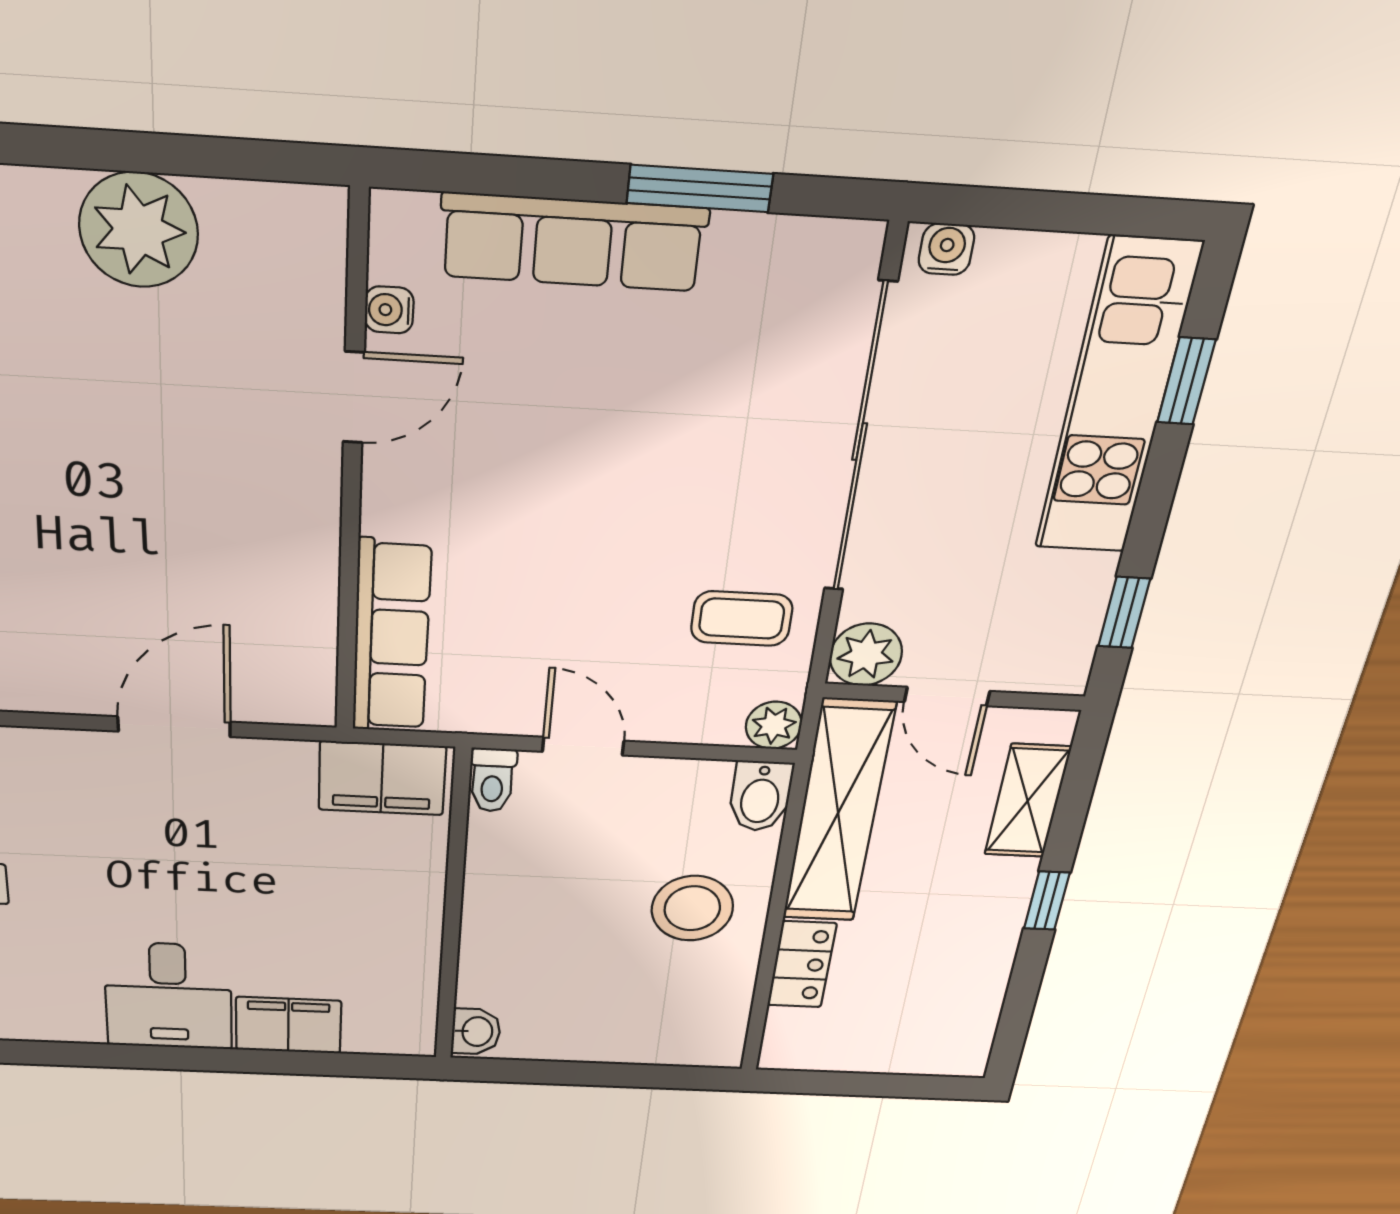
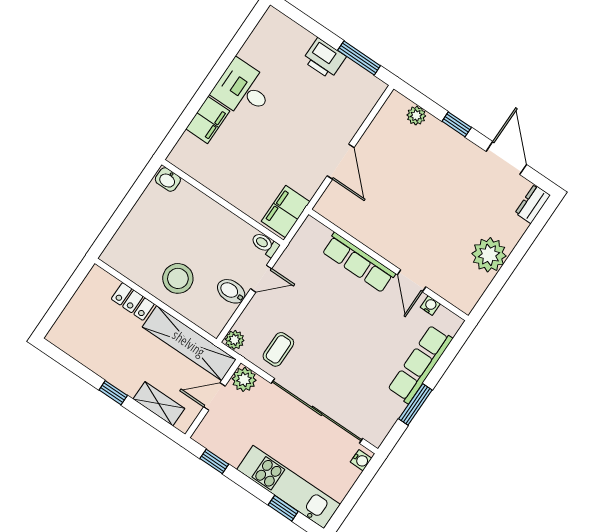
row of seats: (391, 637) -> (359, 263), moved
bidet: (760, 796) -> (231, 291), moved

